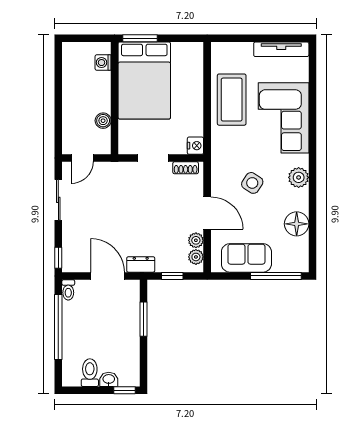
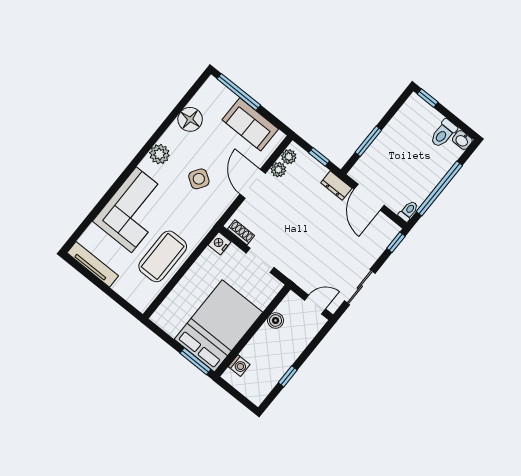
window: (58, 85) -> (288, 376), added
washbasin: (109, 379) -> (462, 140), moved

